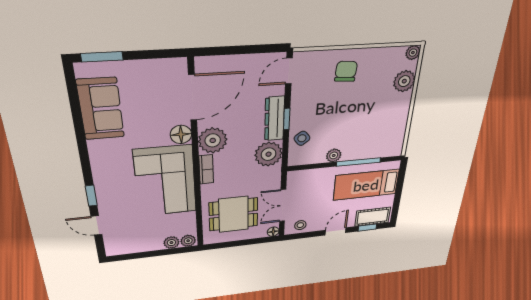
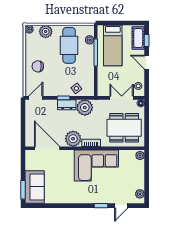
door: (289, 71) -> (36, 98), swing flipped
sofa: (101, 109) -> (35, 187), moved, turned 90
dresser: (275, 119) -> (67, 105), width x0.70
cafe table: (375, 121) -> (69, 45), added
floor lamp: (181, 134) -> (68, 155), removed
plant: (334, 155) -> (90, 40), moved
double door: (283, 206) -> (122, 98), swing flipped
dining table: (234, 214) -> (124, 128), width x1.38
plant: (171, 243) -> (140, 194), moved

